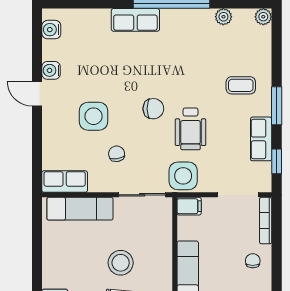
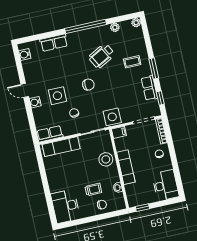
row of seats: (135, 20) -> (54, 43), moved
water cooler: (51, 70) -> (35, 102), moved
wheelchair: (191, 129) -> (102, 56), moved, turned 62
stool: (121, 263) -> (106, 159), moved

